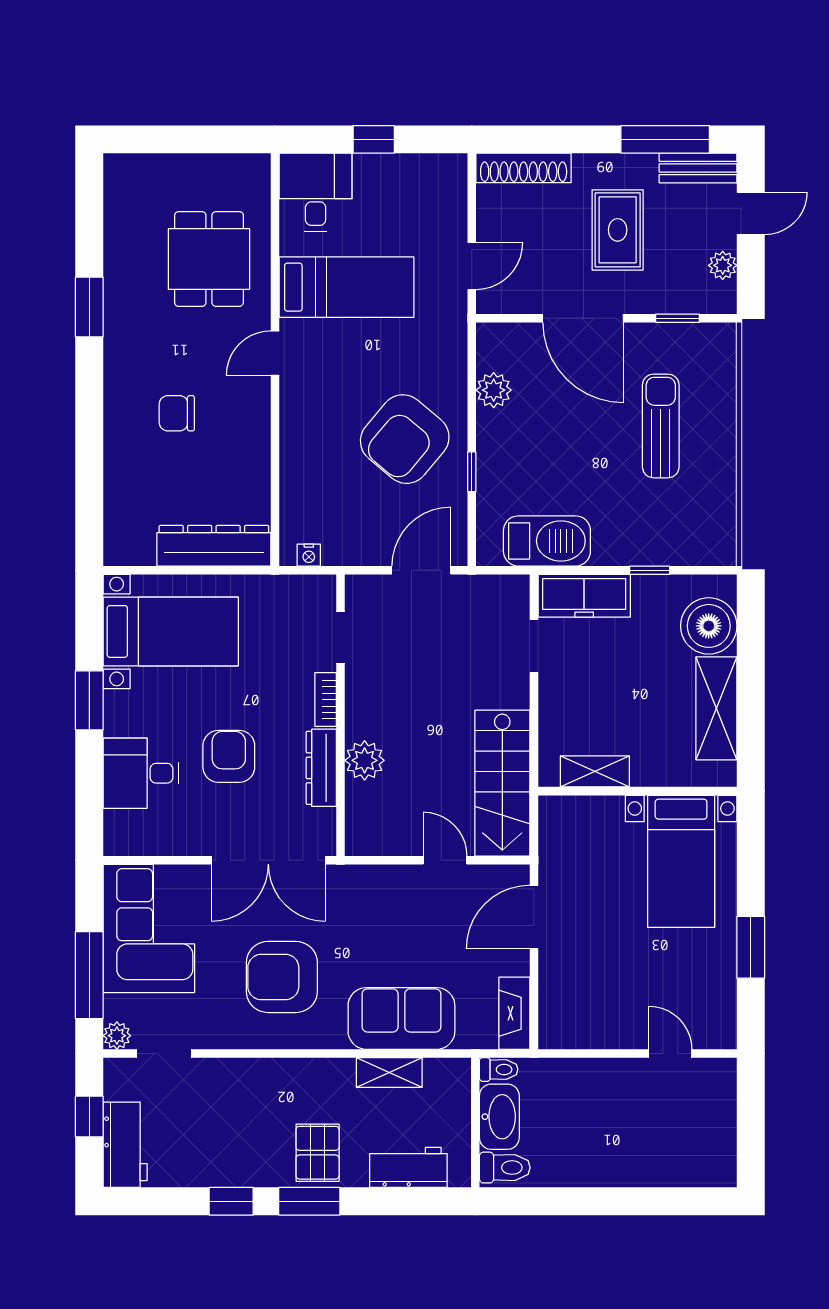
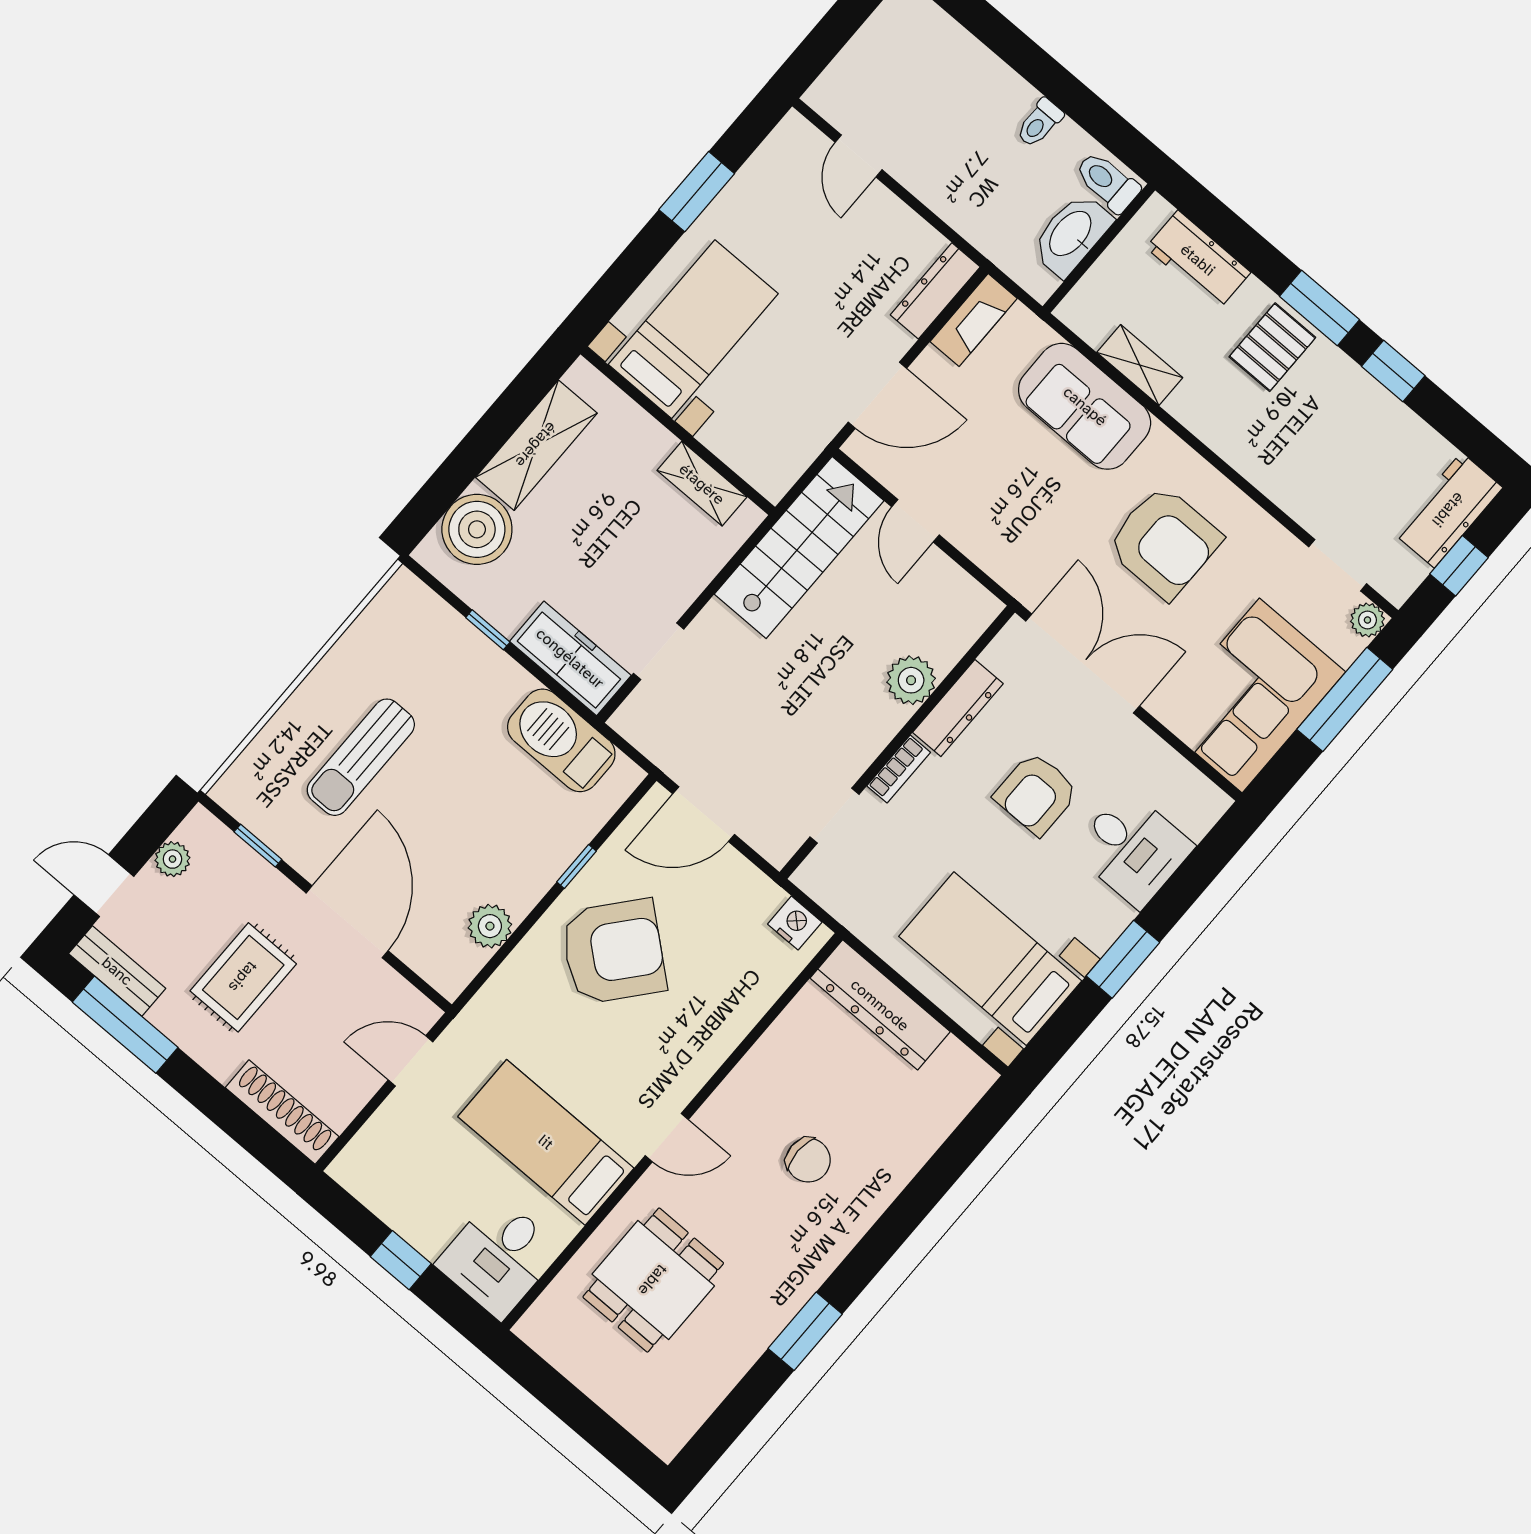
nightstand: (309, 555) -> (795, 923), width x1.39, depth x1.35
dresser: (553, 1011) -> (935, 291), added
toilet: (499, 1069) -> (1039, 123), moved, turned -90

